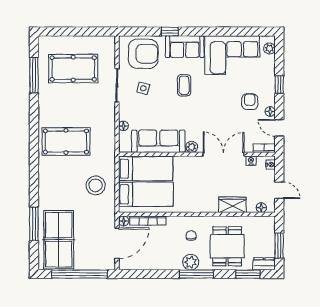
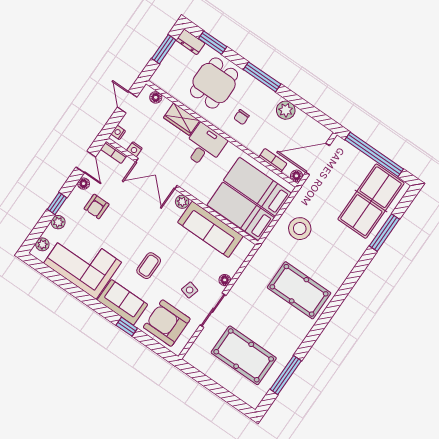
plant: (269, 72) -> (58, 222), added
floor lamp: (123, 126) -> (225, 280), moved
desk: (203, 197) -> (204, 146), added
bookcase: (148, 221) -> (273, 160), width x0.64
plant: (191, 262) -> (286, 110), moved

